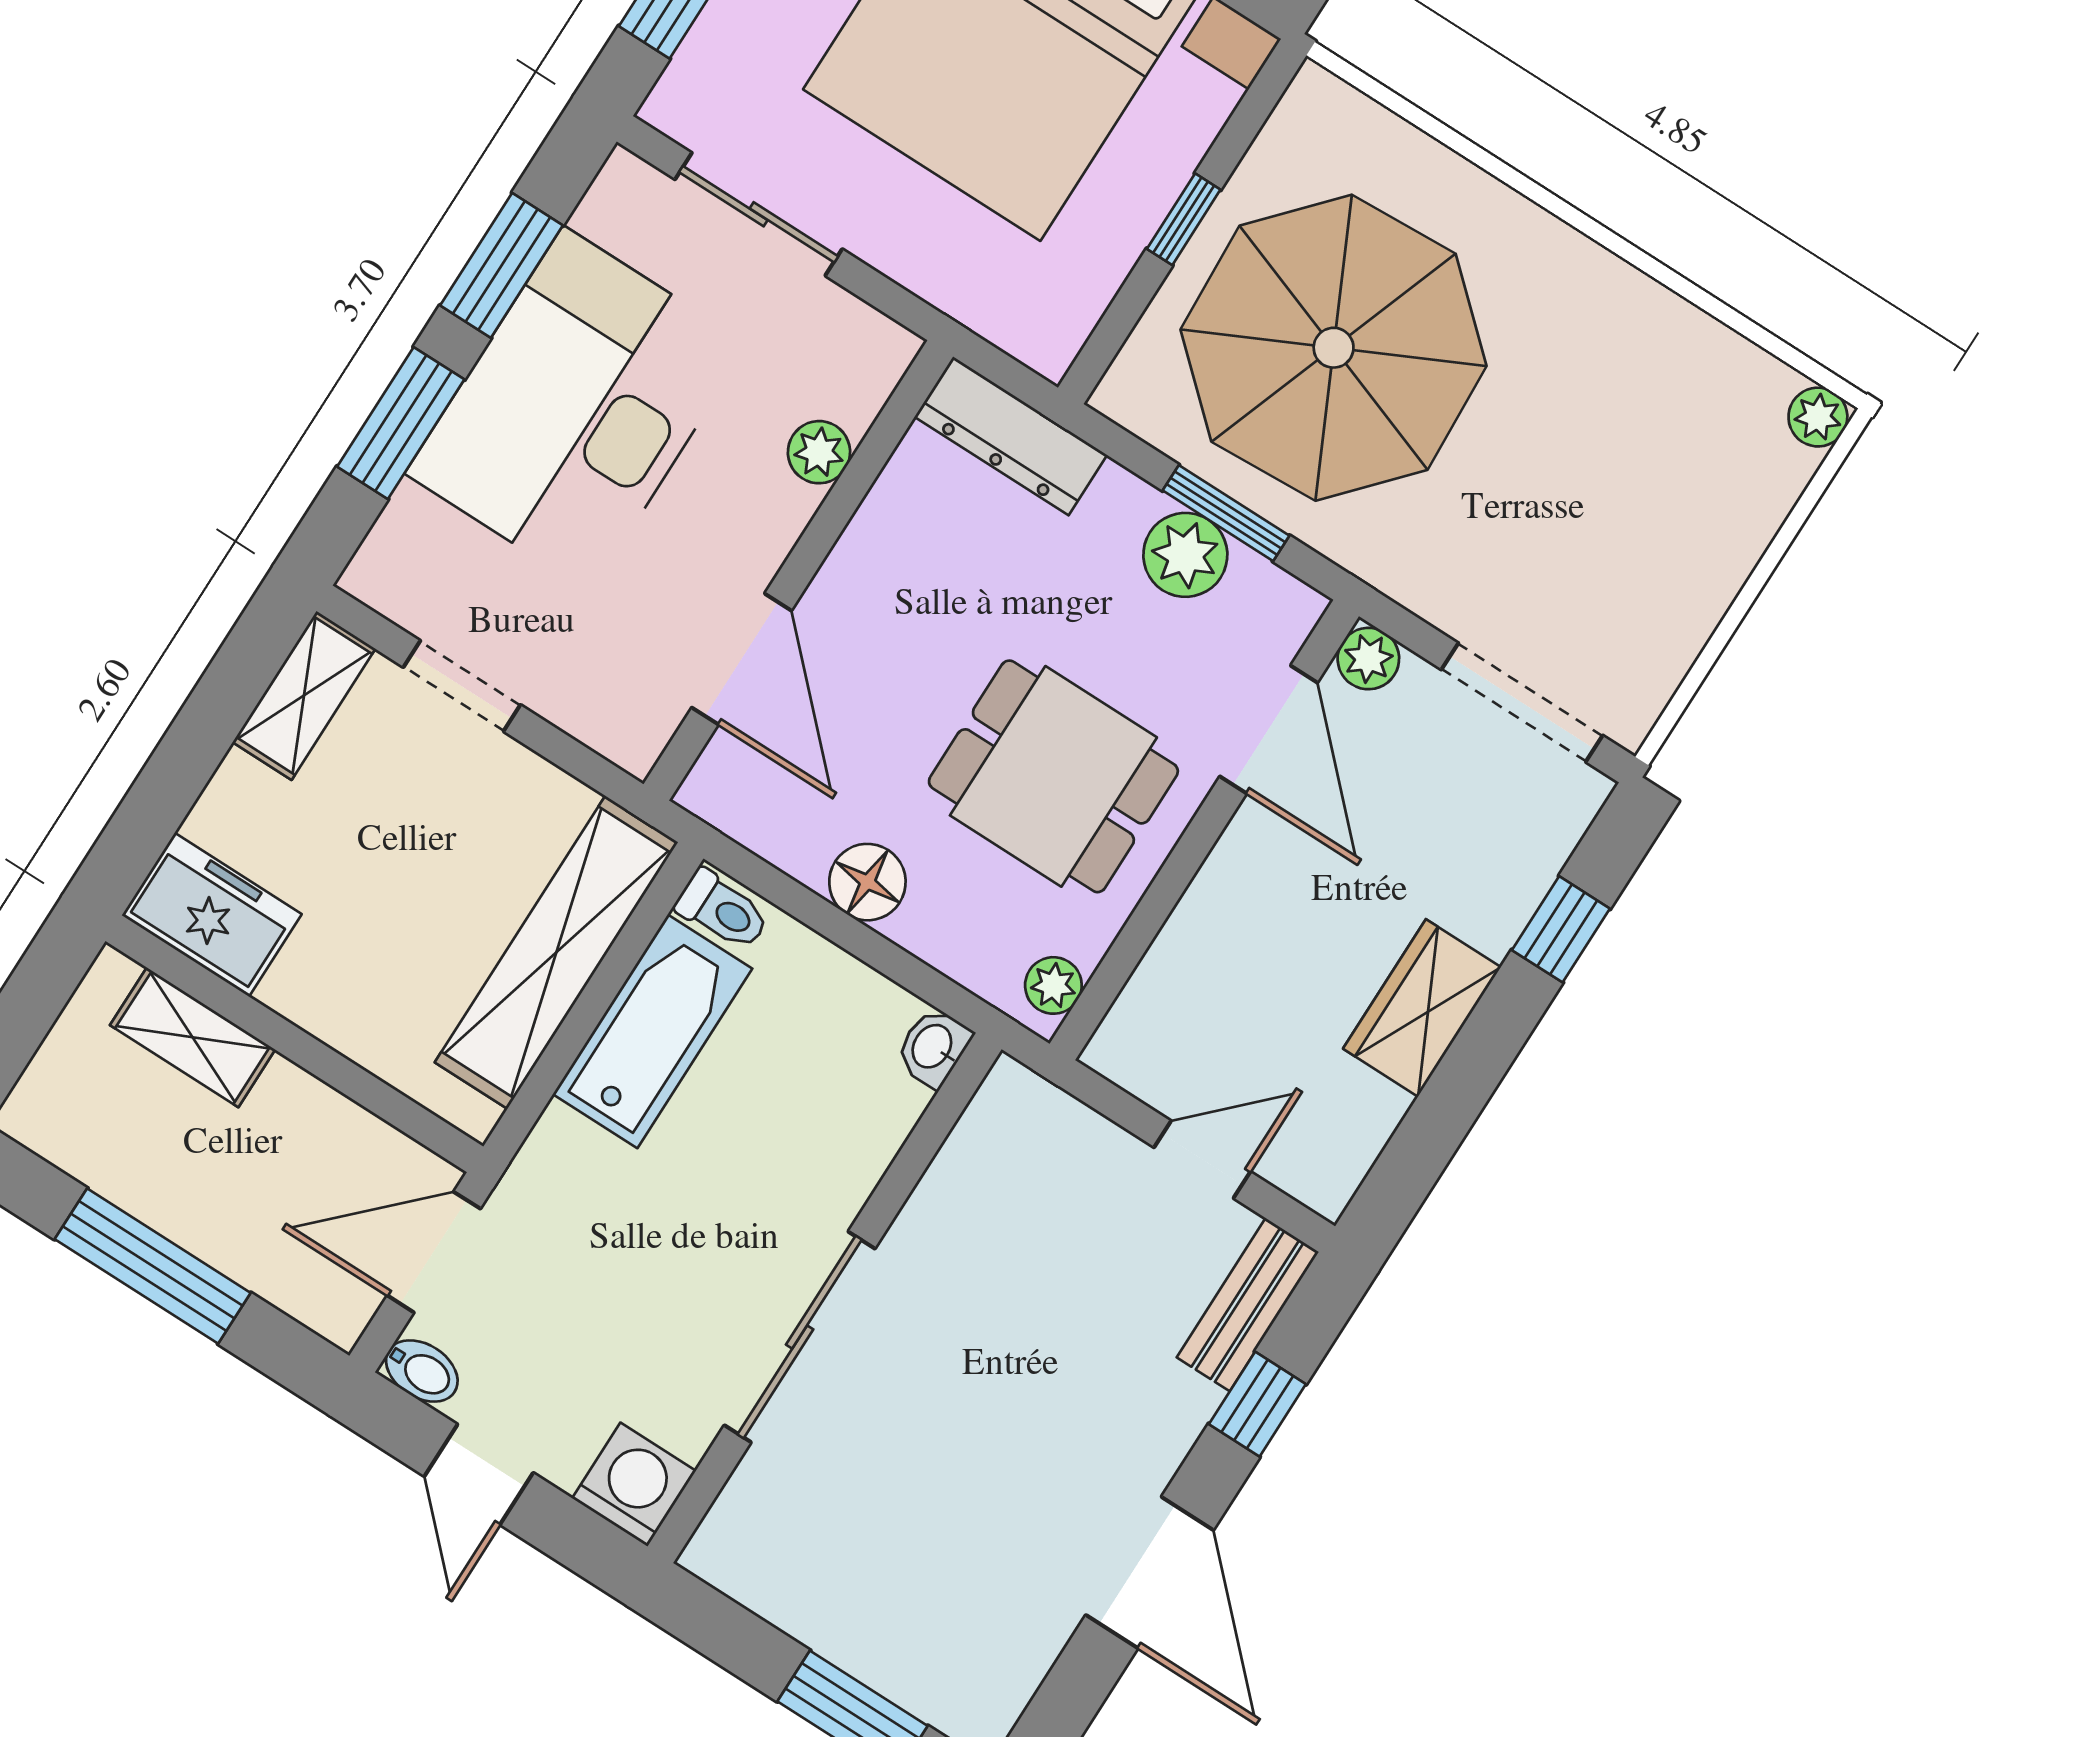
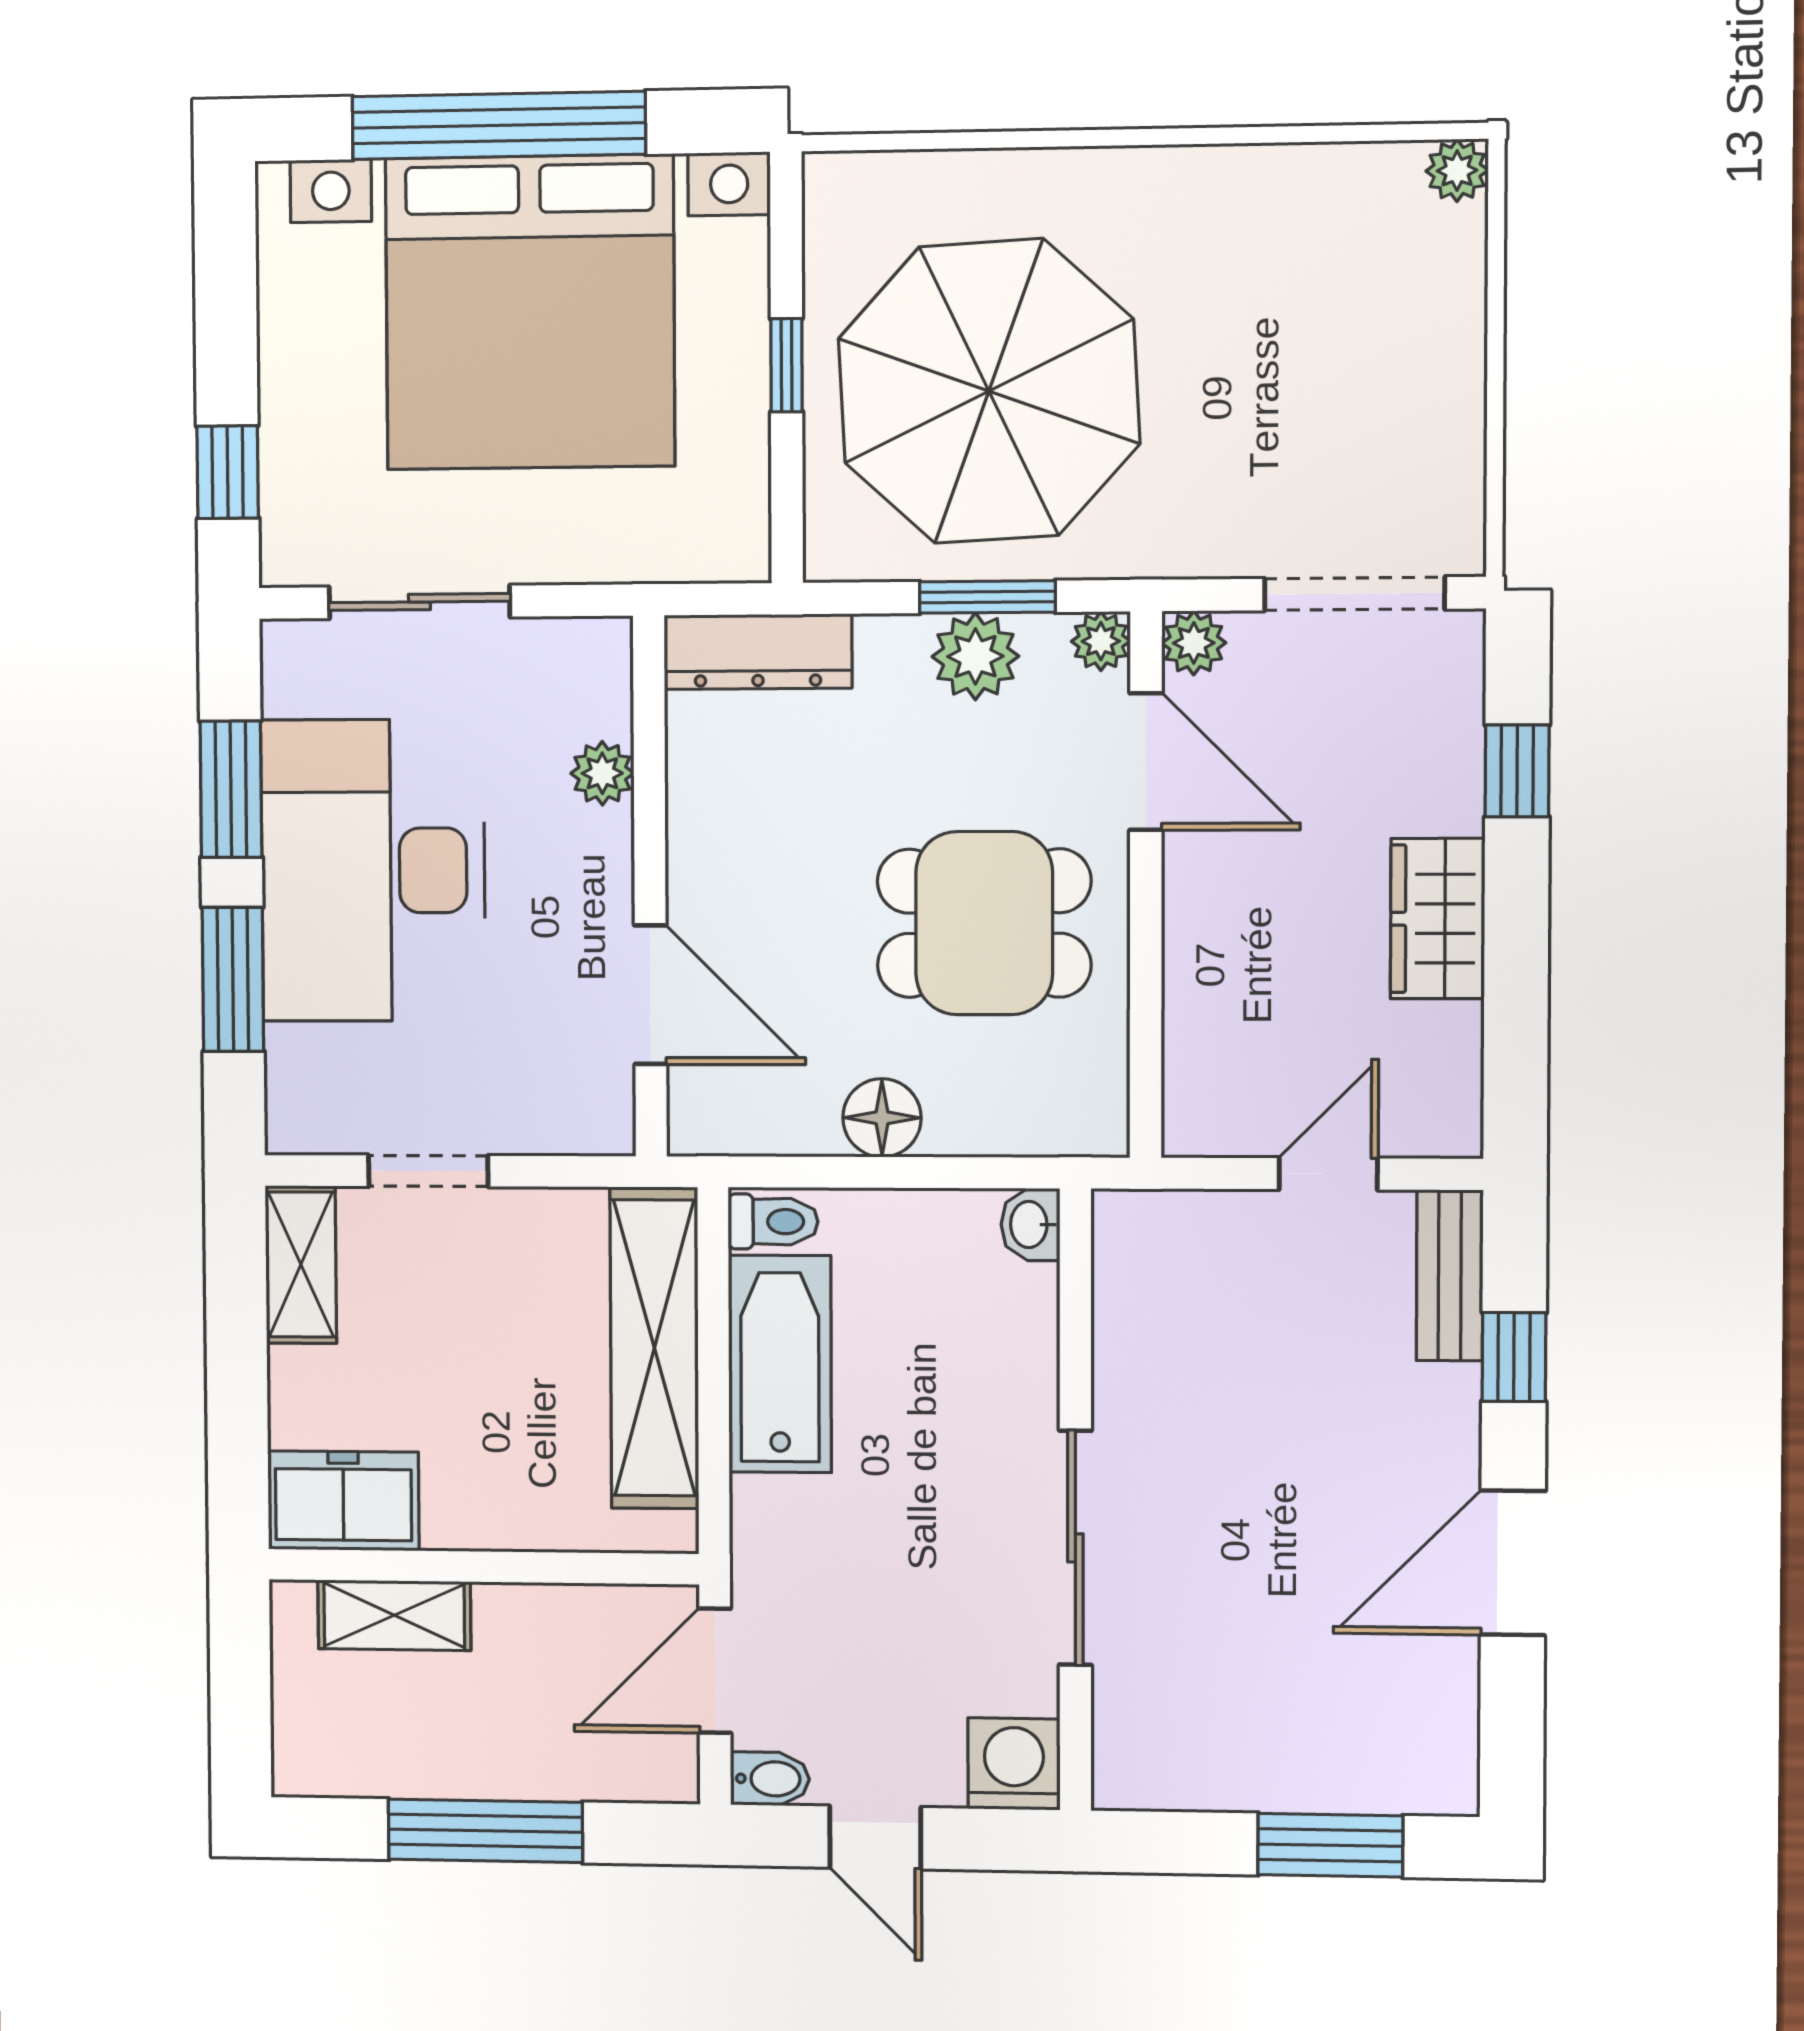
plant: (1053, 985) -> (1101, 641), moved
door: (1150, 1572) -> (1513, 1563), swing flipped

